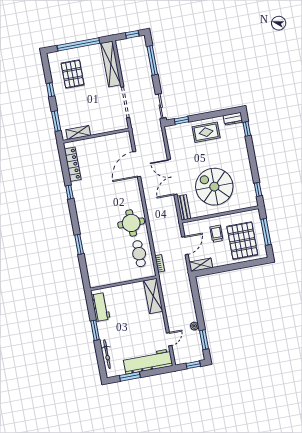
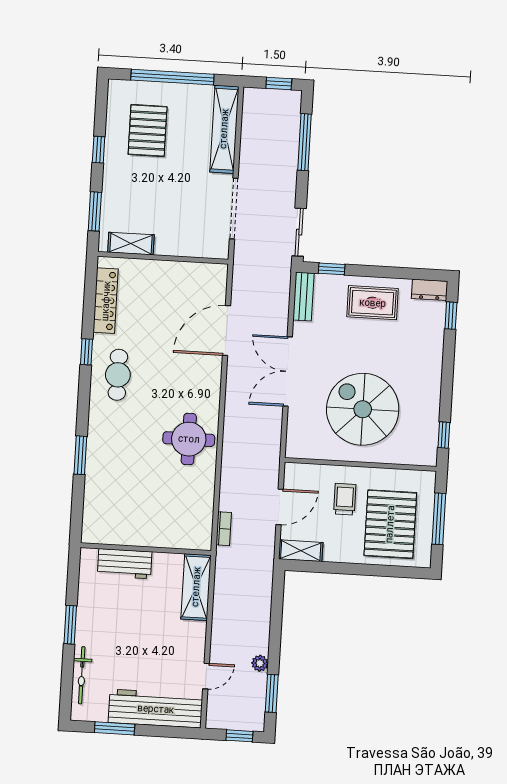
bench: (184, 207) -> (303, 297), moved
cafe table: (139, 254) -> (118, 375), moved
workbench: (101, 307) -> (125, 564), moved, turned 90

